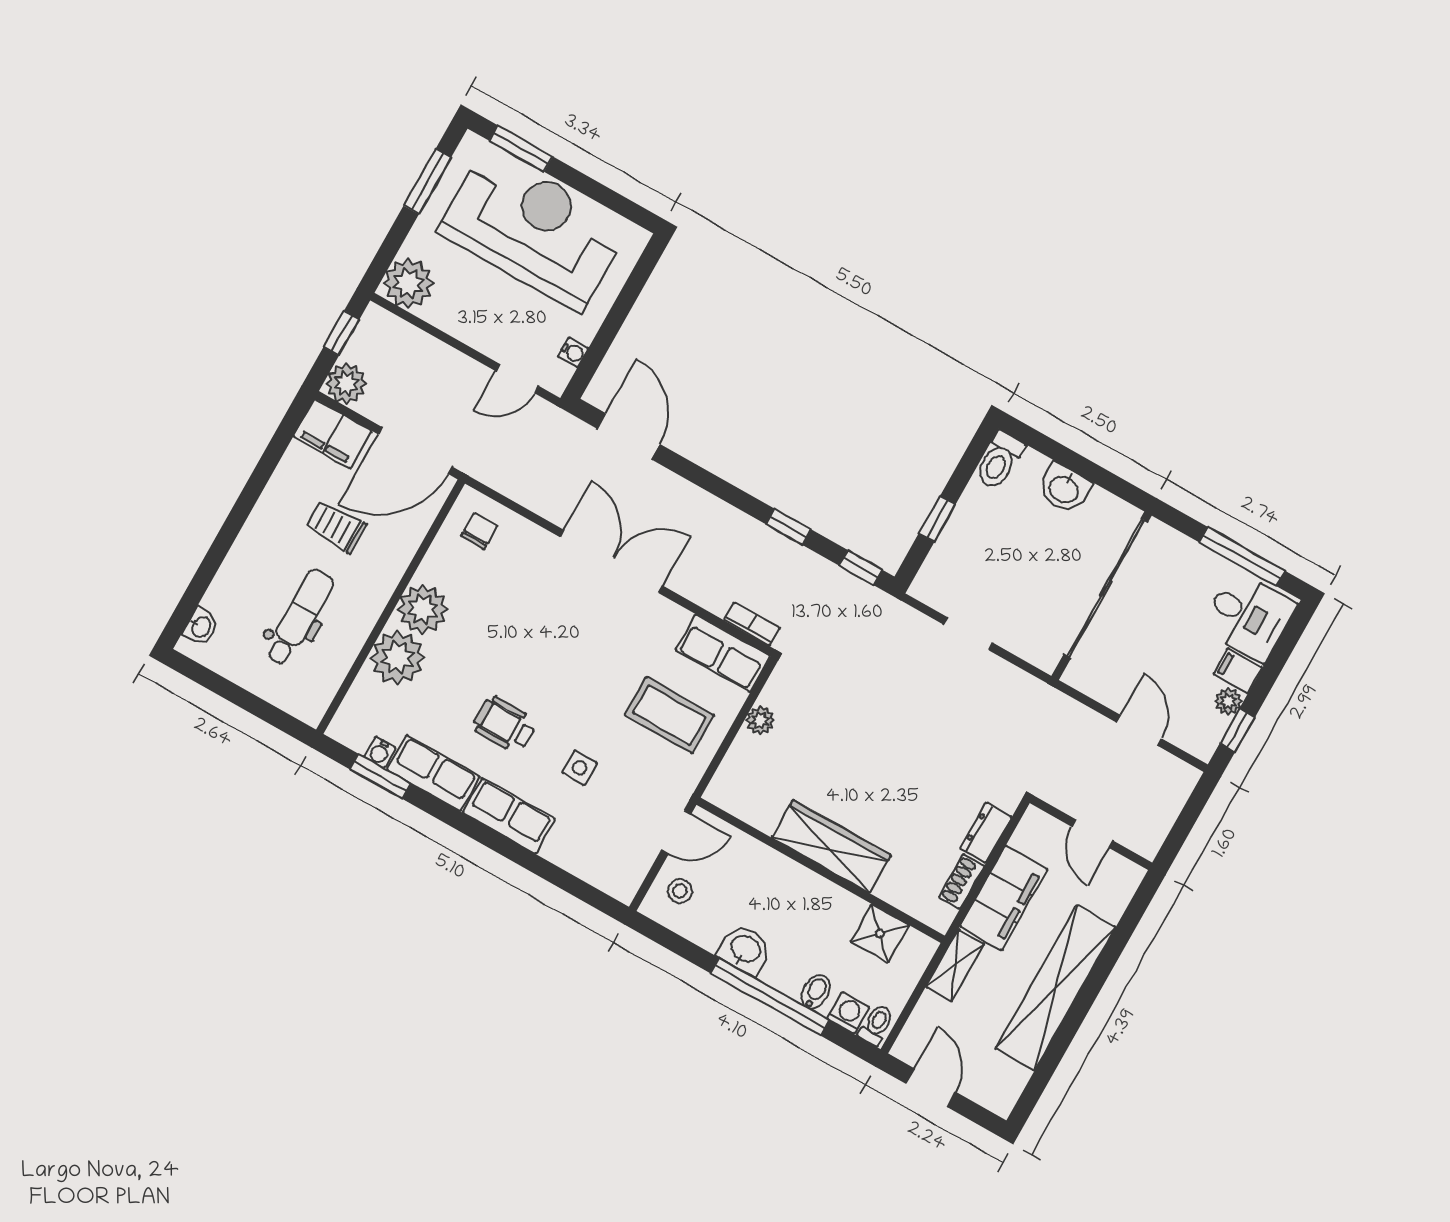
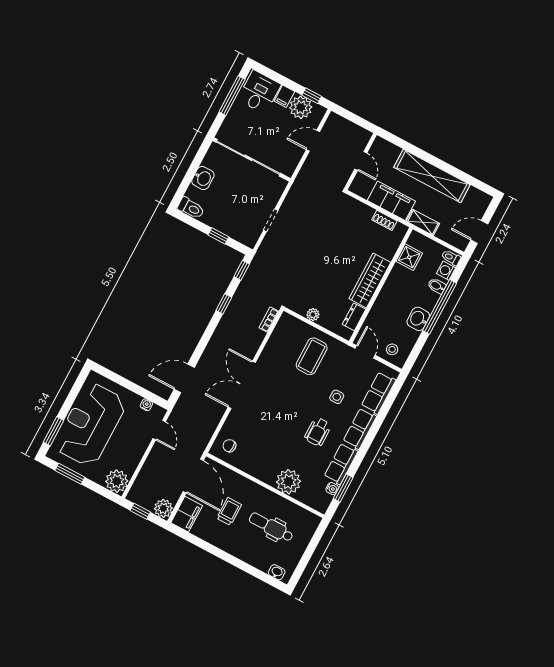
trolley: (336, 527) -> (229, 511), turned 180
plant: (423, 609) -> (266, 471), removed
row of seats: (723, 653) -> (378, 393), moved, turned 180
plant: (1228, 701) -> (301, 107), width x1.88, depth x1.88
dresser: (986, 833) -> (354, 317), moved, turned 90
door: (1092, 834) -> (361, 161), hinge flipped

